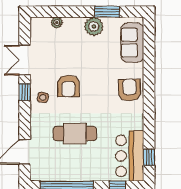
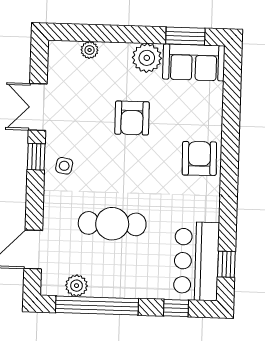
window: (107, 12) -> (185, 36), moved
sofa: (132, 43) -> (194, 62), moved, turned -90
armchair: (68, 86) -> (132, 118), moved
plant: (53, 174) -> (76, 286), added

